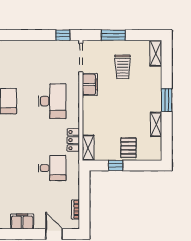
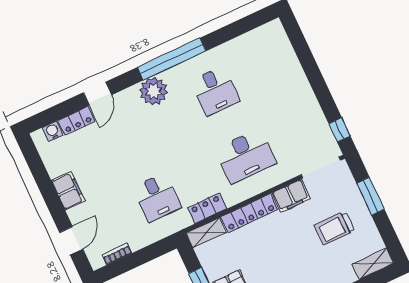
locker: (89, 115) -> (249, 213), added

